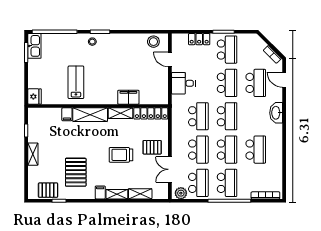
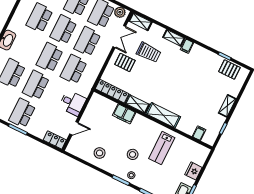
locker: (199, 39) -> (55, 140), moved
stool: (153, 42) -> (100, 153), moved
door: (170, 60) -> (74, 128), hinge flipped
stool: (101, 62) -> (133, 154), added
fridge: (34, 97) -> (193, 171), moved
filing cabinet: (67, 114) -> (199, 133), moved
trolley: (121, 155) -> (149, 52), moved
pallet: (76, 172) -> (199, 73), removed
shelving: (140, 194) -> (140, 22), moved

